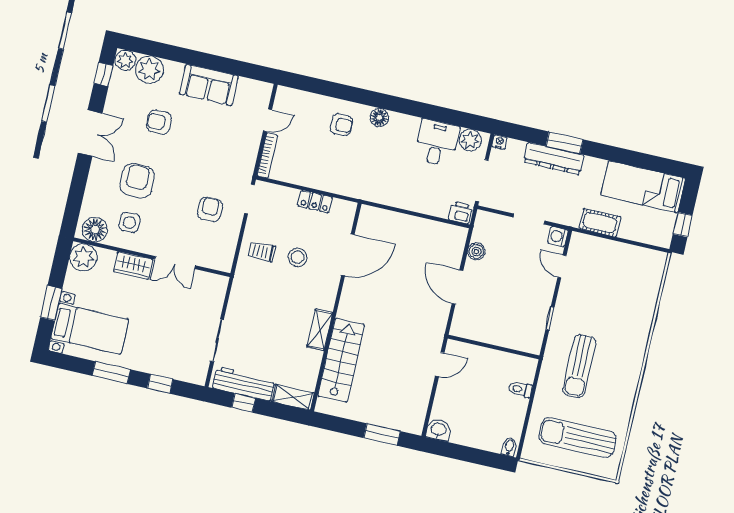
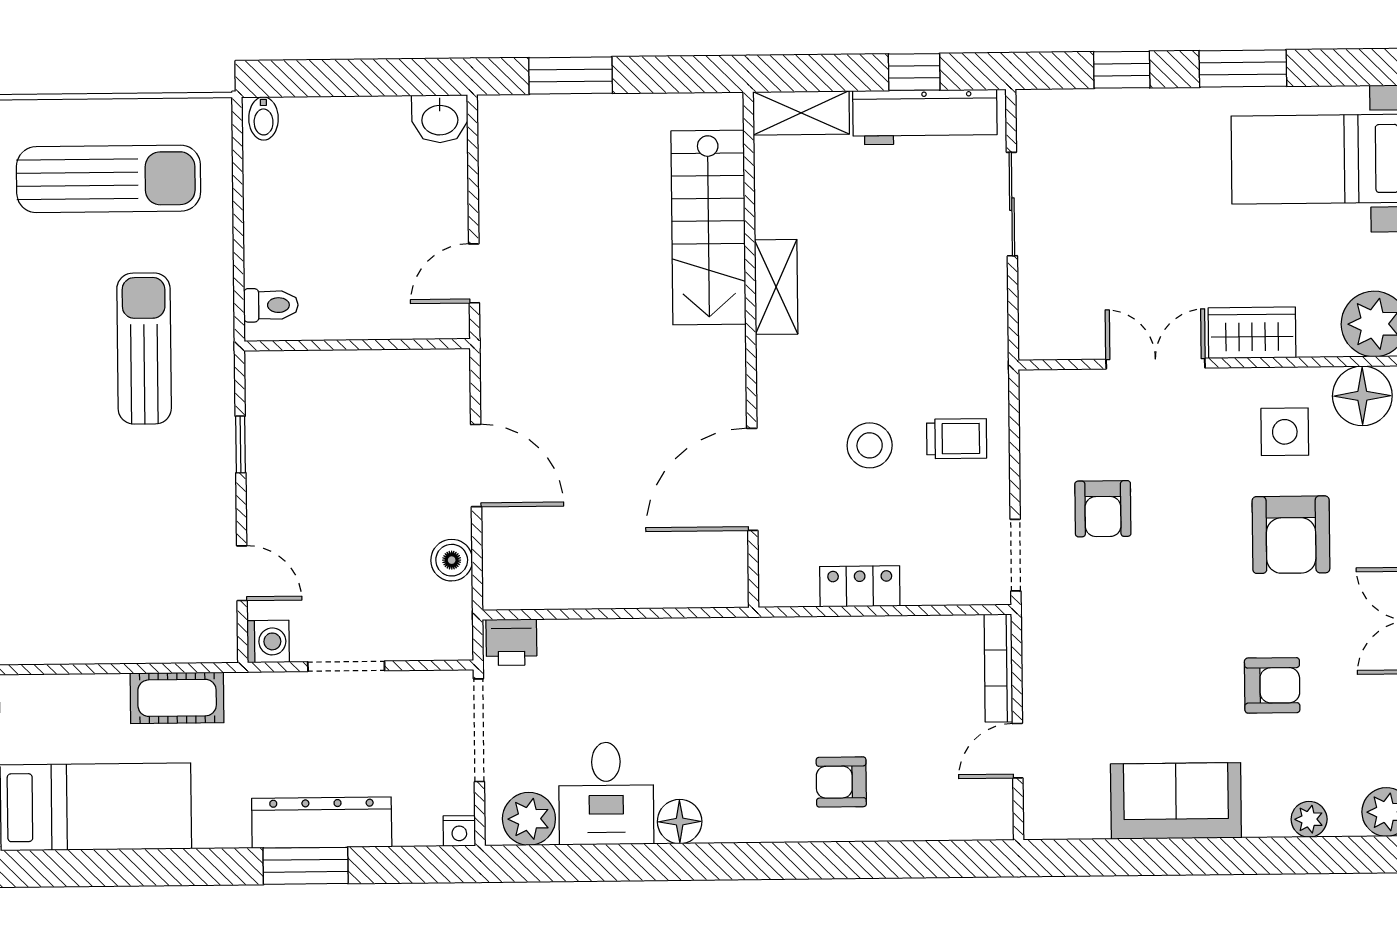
plant: (149, 70) -> (1309, 819), width x0.53, depth x0.53
floor lamp: (379, 117) -> (680, 822), moved
toilet: (520, 389) -> (271, 305), moved

